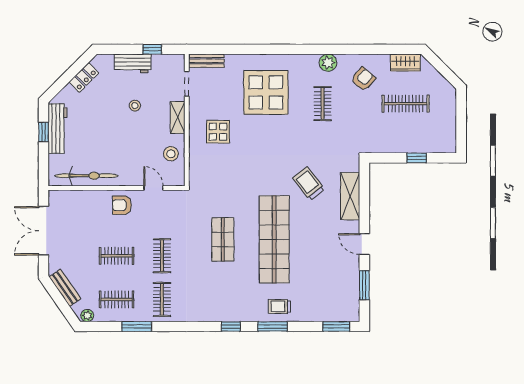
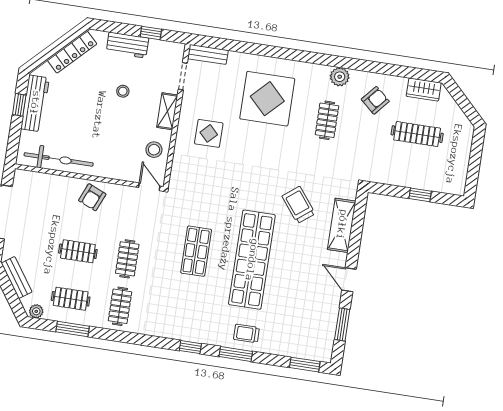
locker: (84, 77) -> (72, 52), width x1.53
door: (153, 188) -> (149, 187), moved
armchair: (122, 205) -> (92, 197), turned -67
window: (137, 326) -> (73, 329), moved

